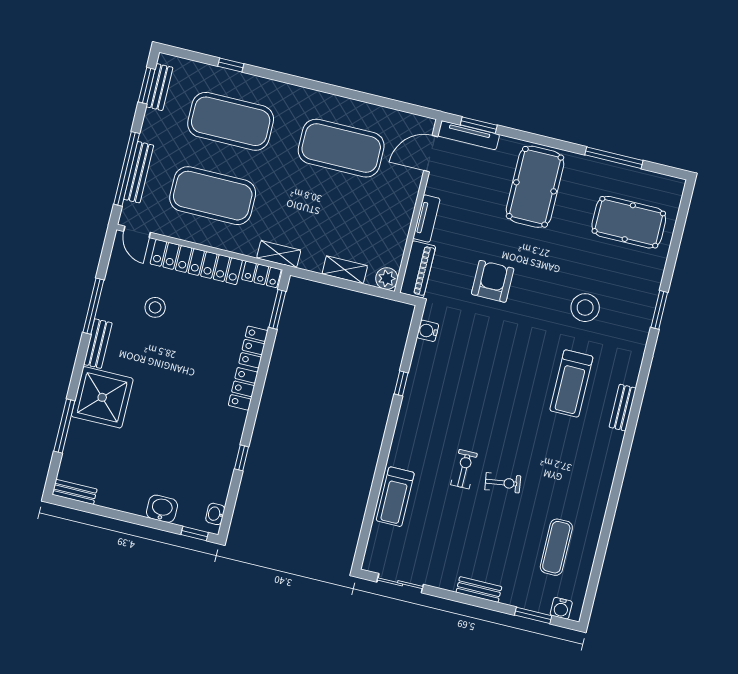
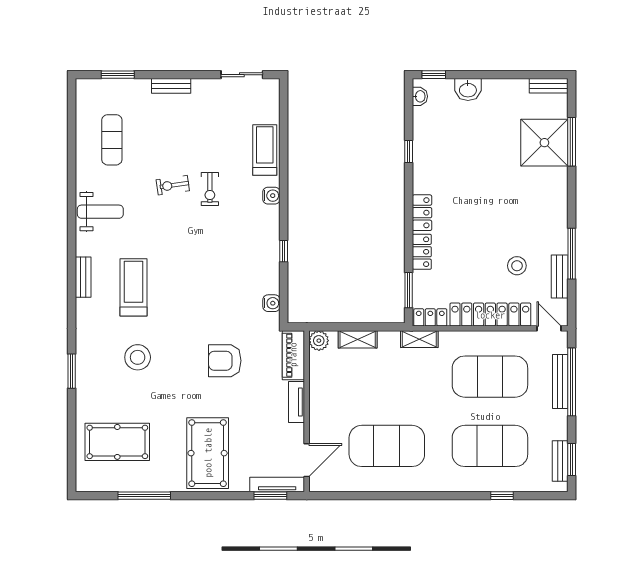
armchair: (493, 281) -> (225, 361), turned 90
bench: (98, 344) -> (560, 277), moved
shower: (102, 397) -> (544, 143), moved
weight bench: (587, 473) -> (100, 212), added
water cooler: (561, 608) -> (271, 196), moved, turned 90

